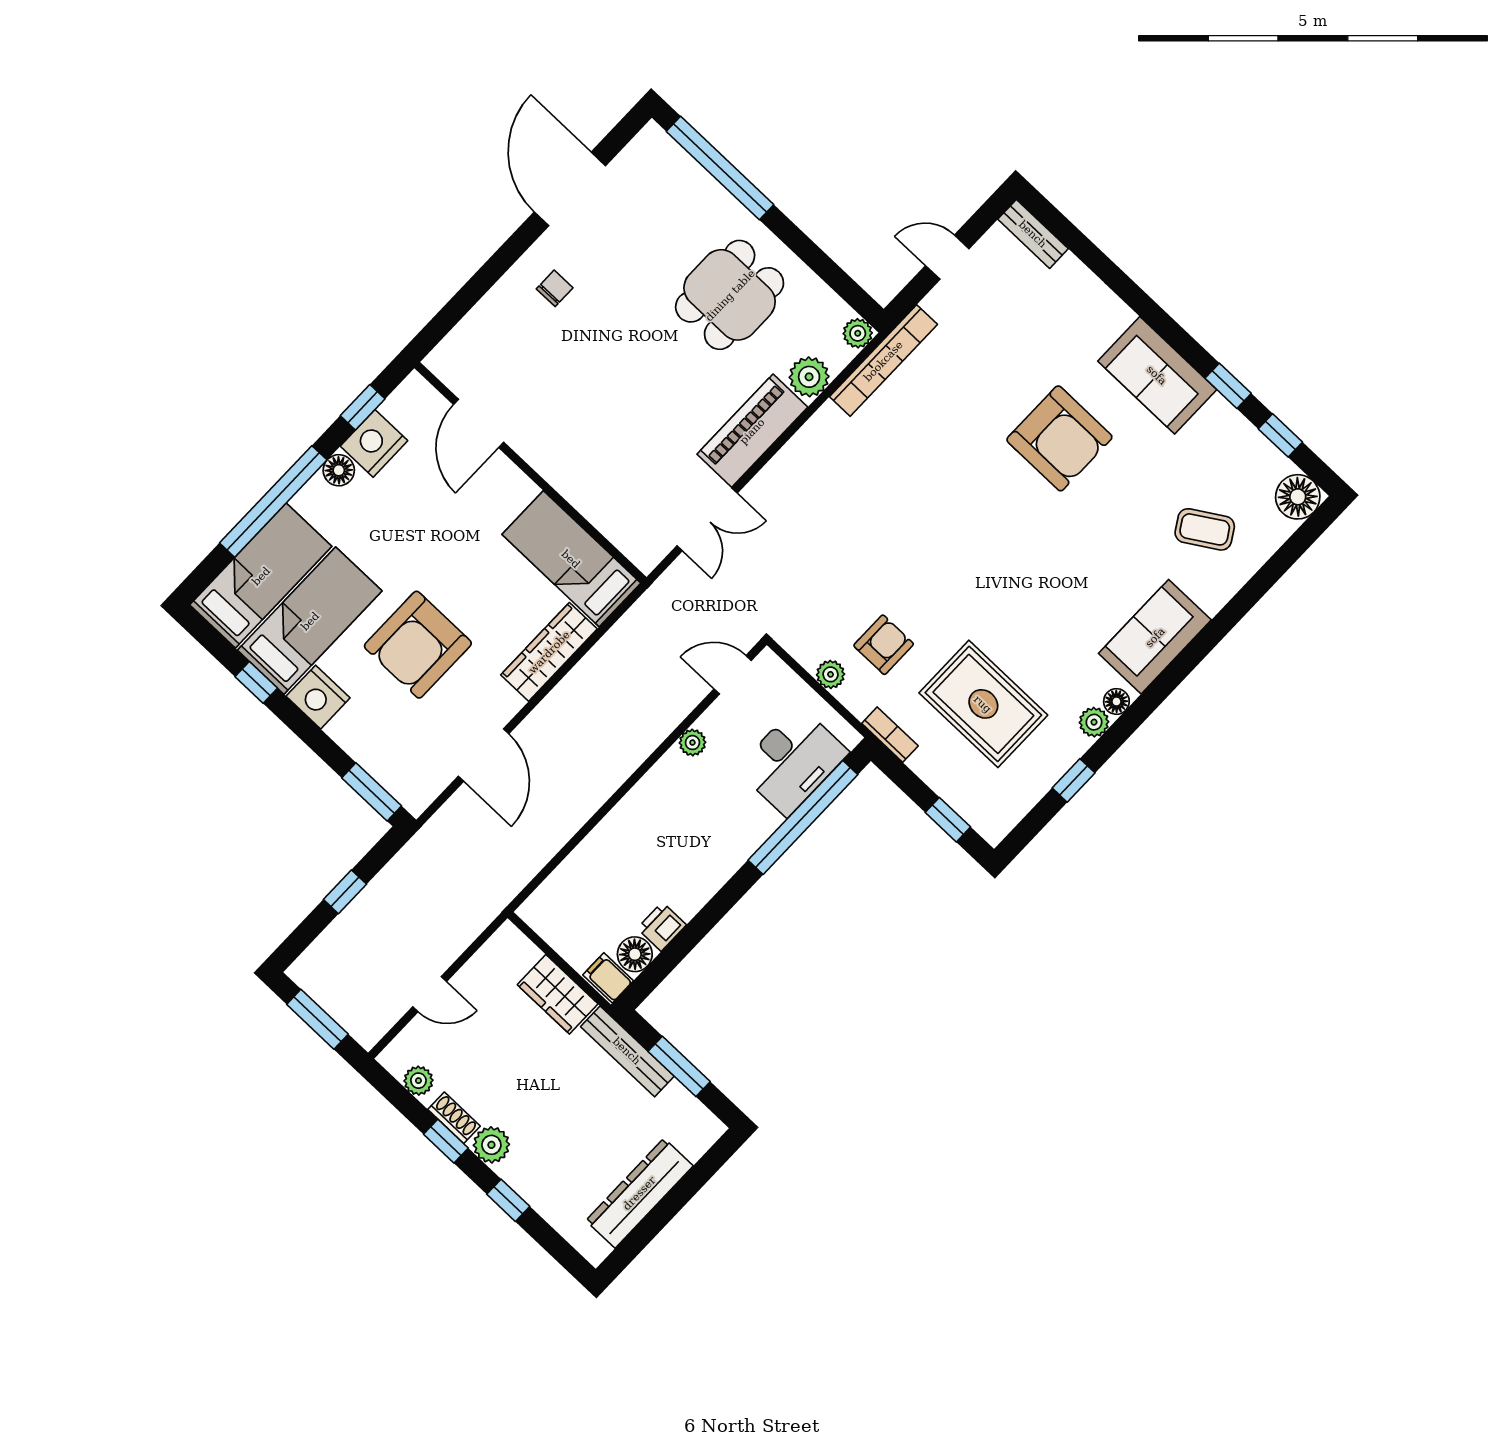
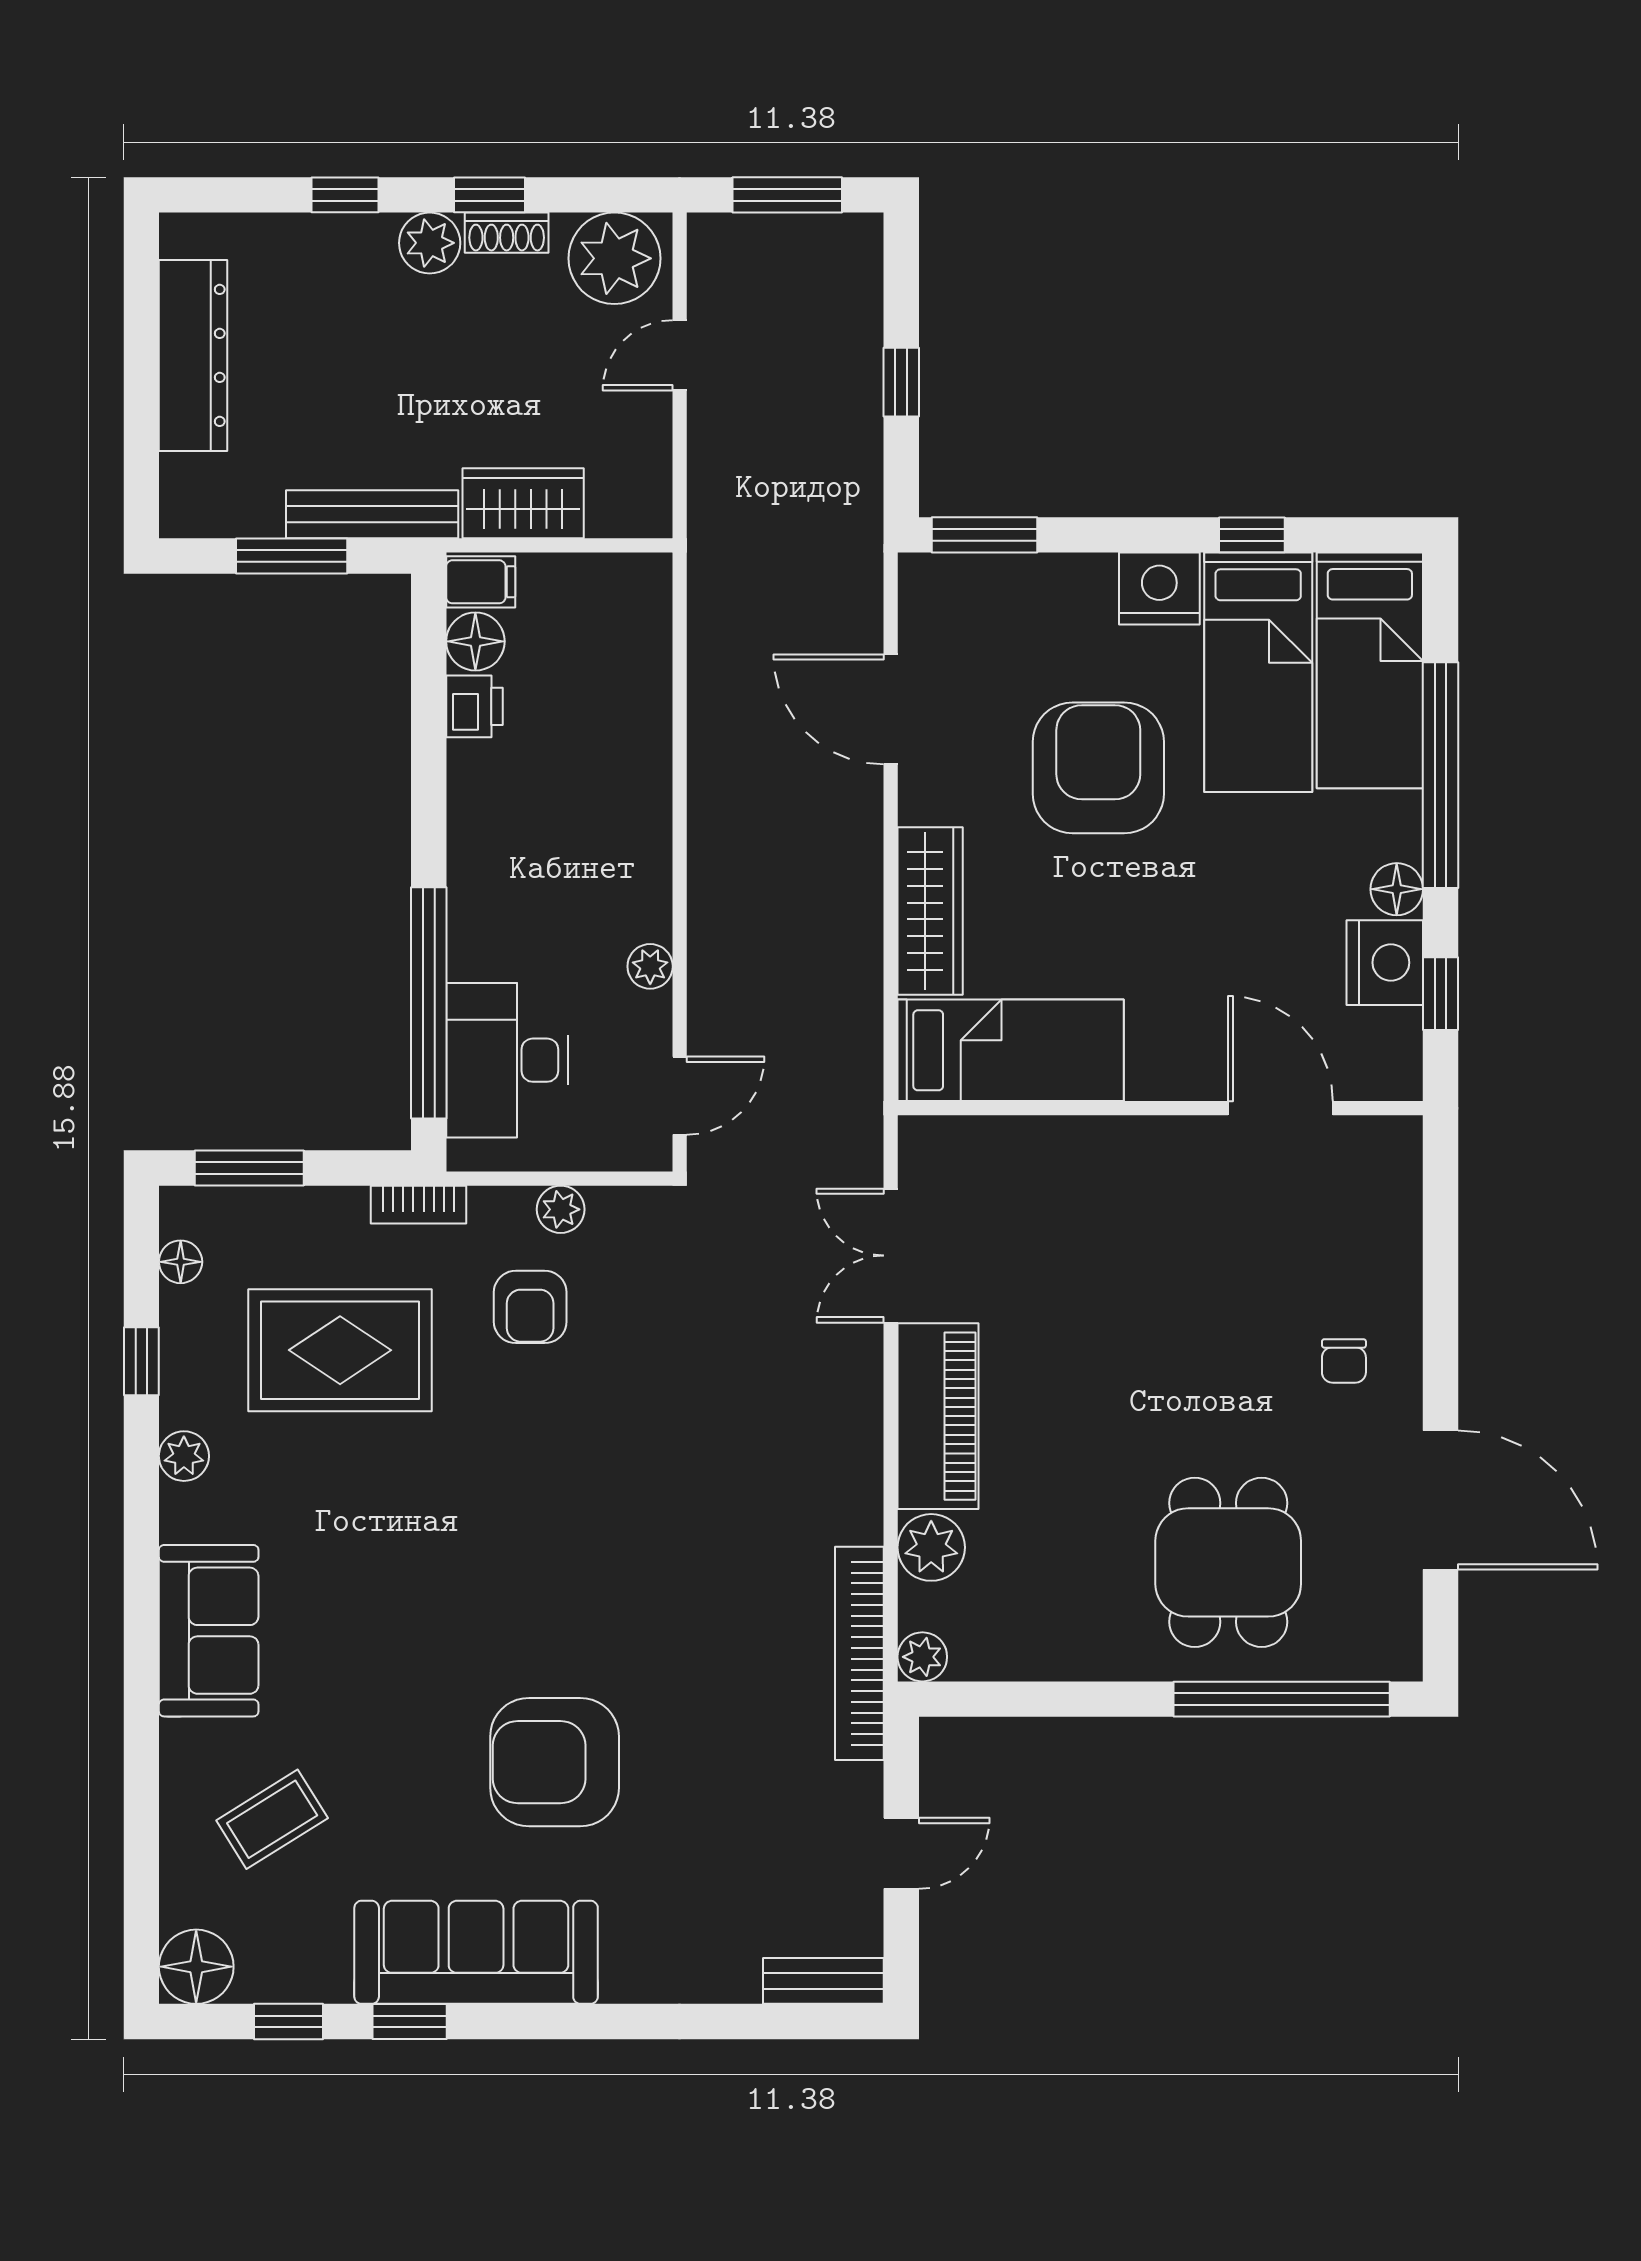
dining table: (730, 295) -> (1228, 1562), moved
sofa: (1157, 375) -> (476, 1952), width x1.36
floor lamp: (1116, 701) -> (181, 1262), moved
window: (948, 820) -> (249, 1168), width x1.50
plant: (418, 1081) -> (614, 258), width x1.87, depth x1.87

